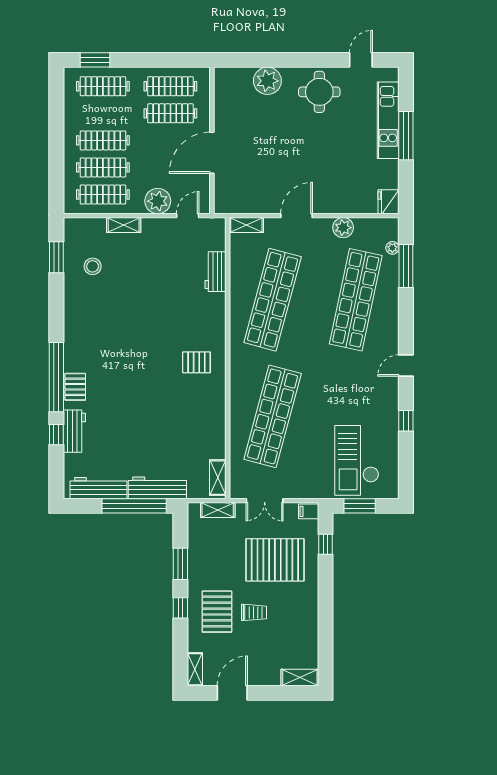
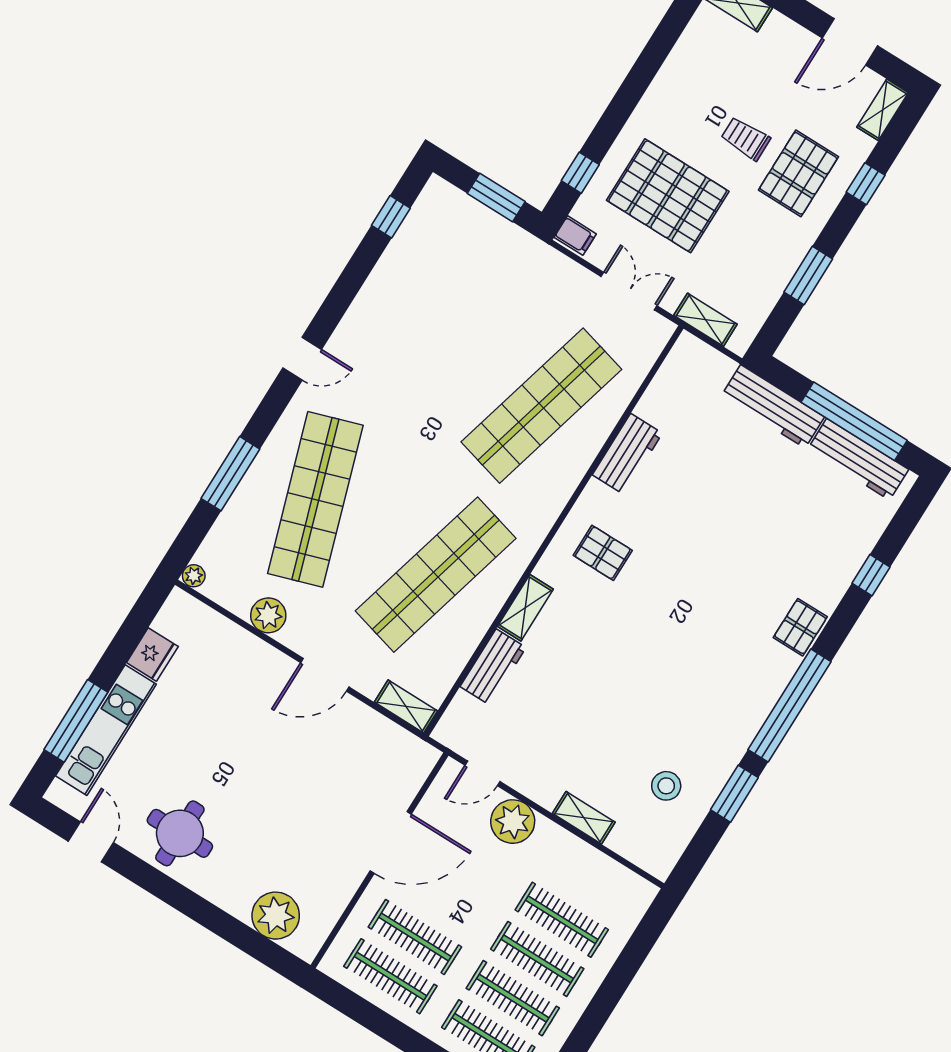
door: (361, 60) -> (91, 842), swing flipped
plant: (267, 81) -> (276, 916), moved
window: (406, 136) -> (76, 721), moved
clothes rail: (103, 194) -> (513, 998), moved
fridge: (389, 202) -> (152, 655), moved
plant: (392, 248) -> (194, 576), moved
window: (56, 257) -> (734, 794), moved
window: (406, 266) -> (230, 474), moved
shop shelf: (356, 300) -> (315, 499), turned -30
window: (56, 377) -> (790, 706), moved
window: (406, 421) -> (391, 217), moved
workbench: (74, 431) -> (627, 454), moved, turned 180
checkout: (357, 460) -> (459, 266), removed
shelving: (218, 478) -> (525, 608), moved
window: (134, 506) -> (854, 421), moved
window: (180, 608) -> (866, 184), moved

